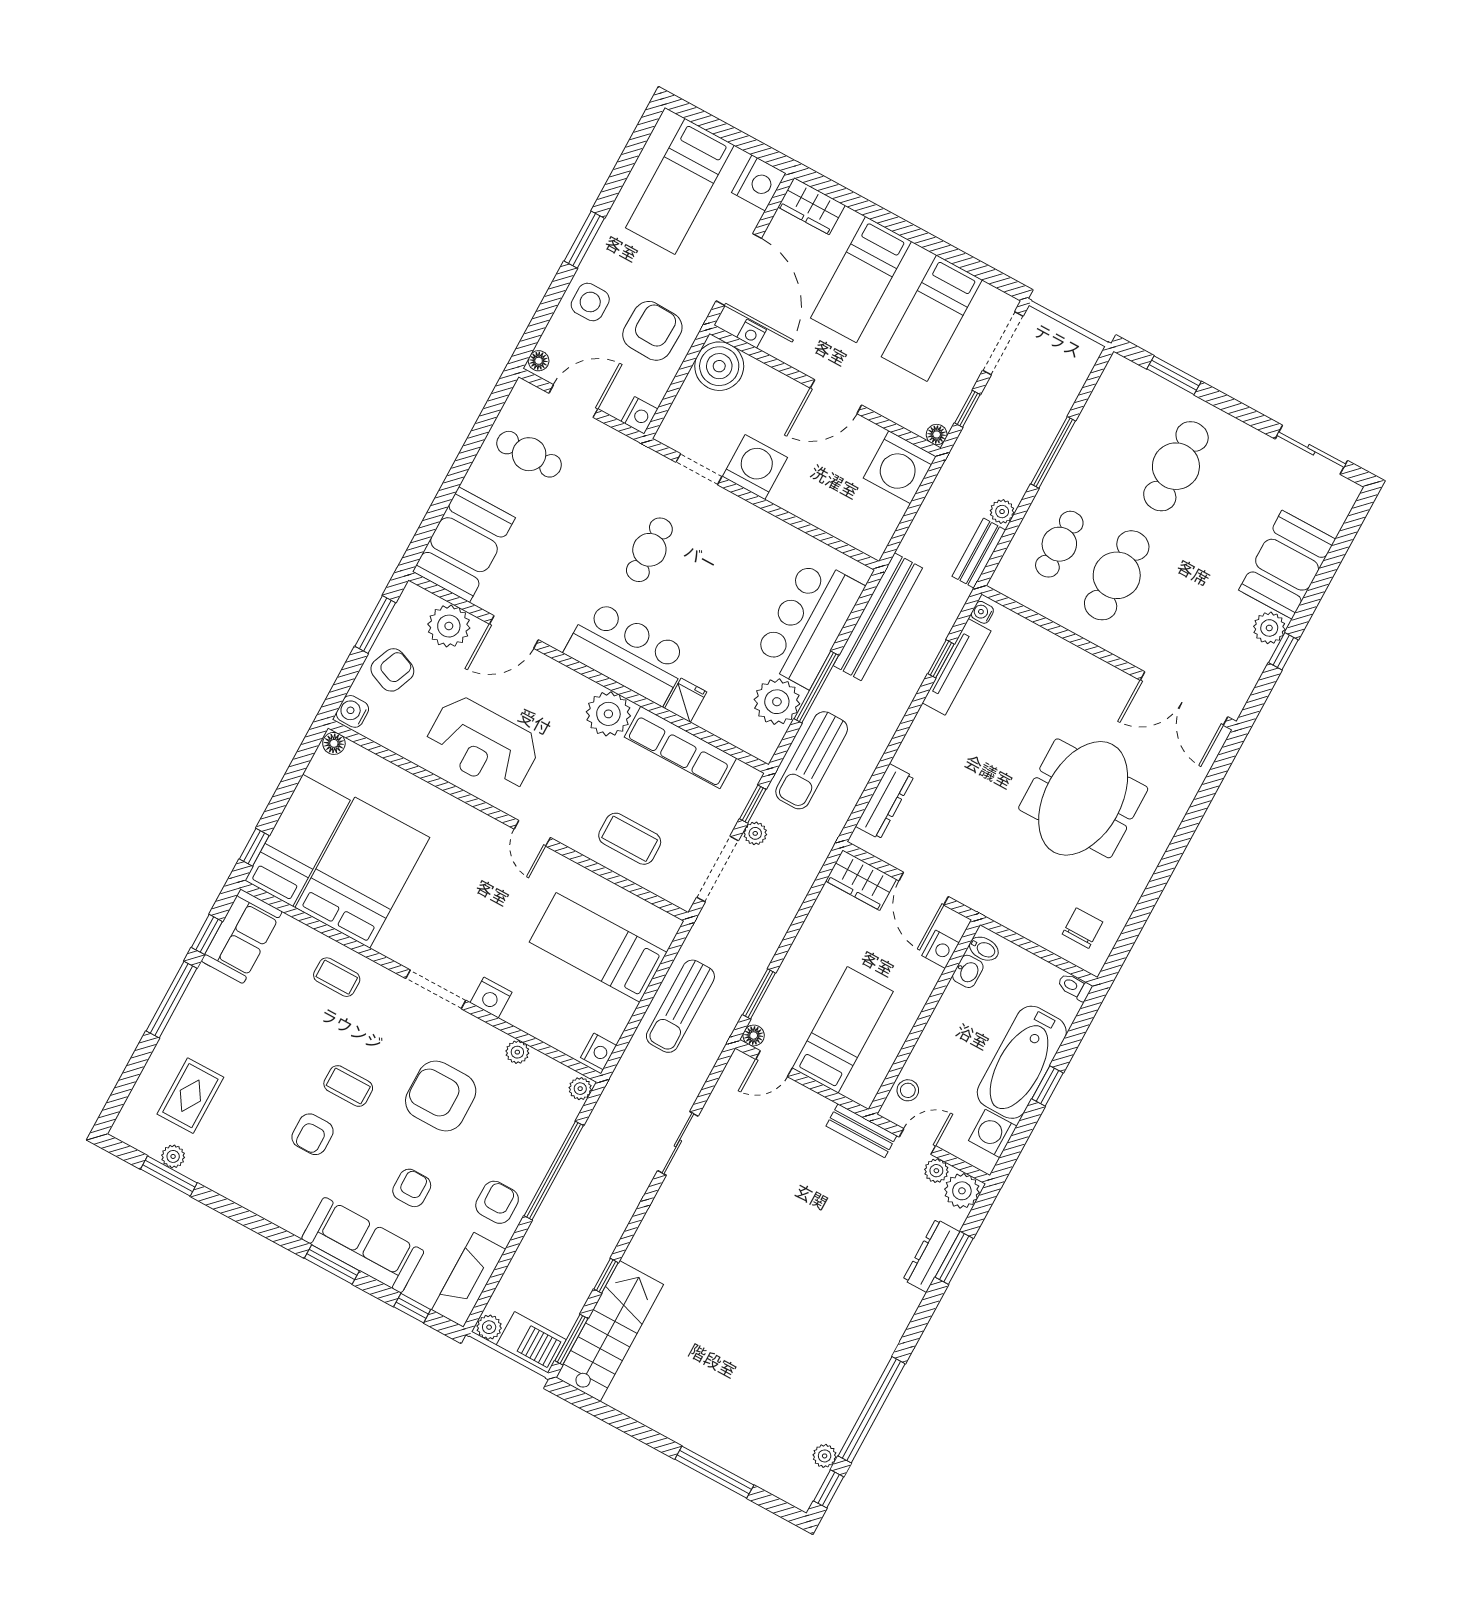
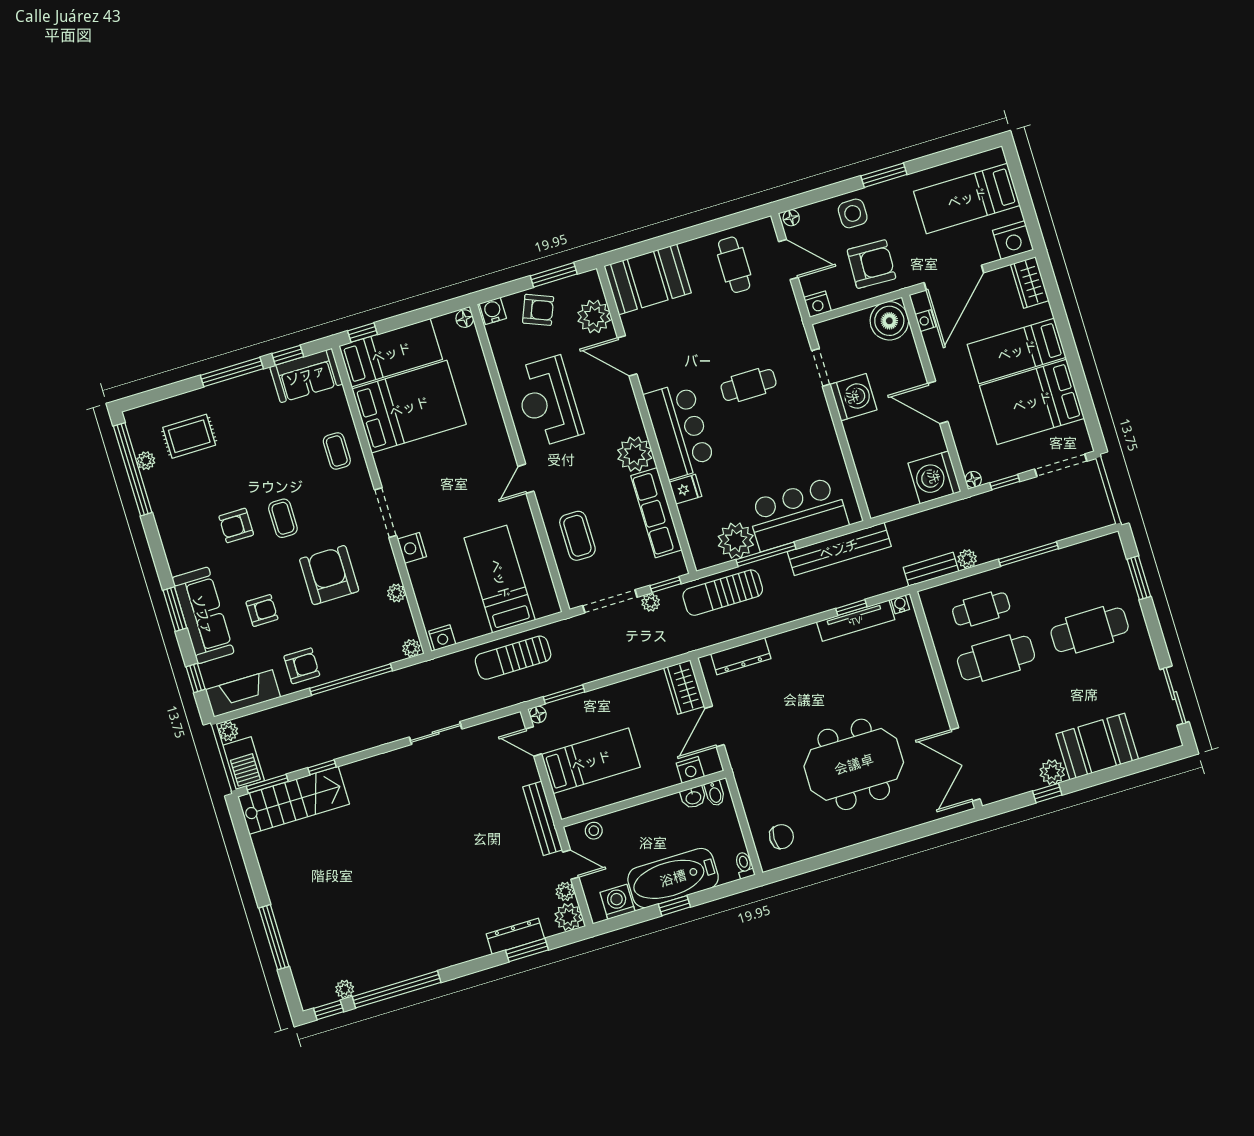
bed: (932, 318) -> (1032, 402), width x1.50
bench: (861, 1131) -> (543, 818), width x1.36
window: (169, 1176) -> (133, 469), width x2.11

